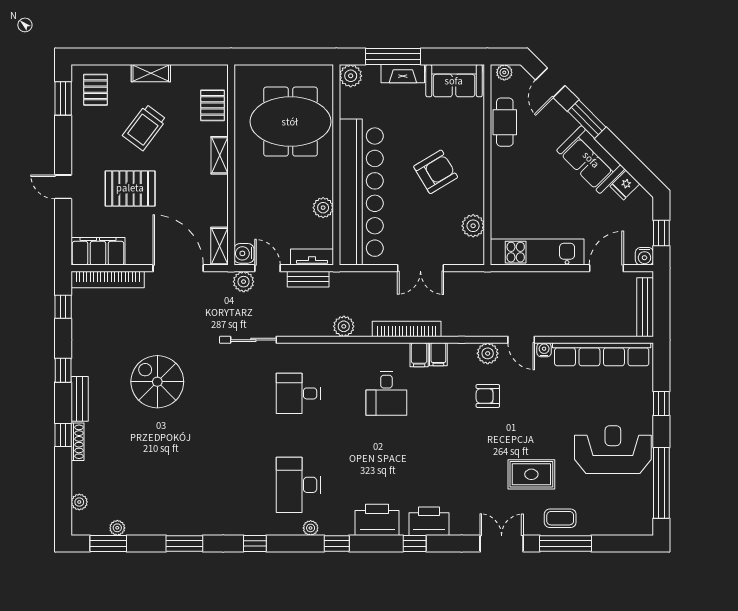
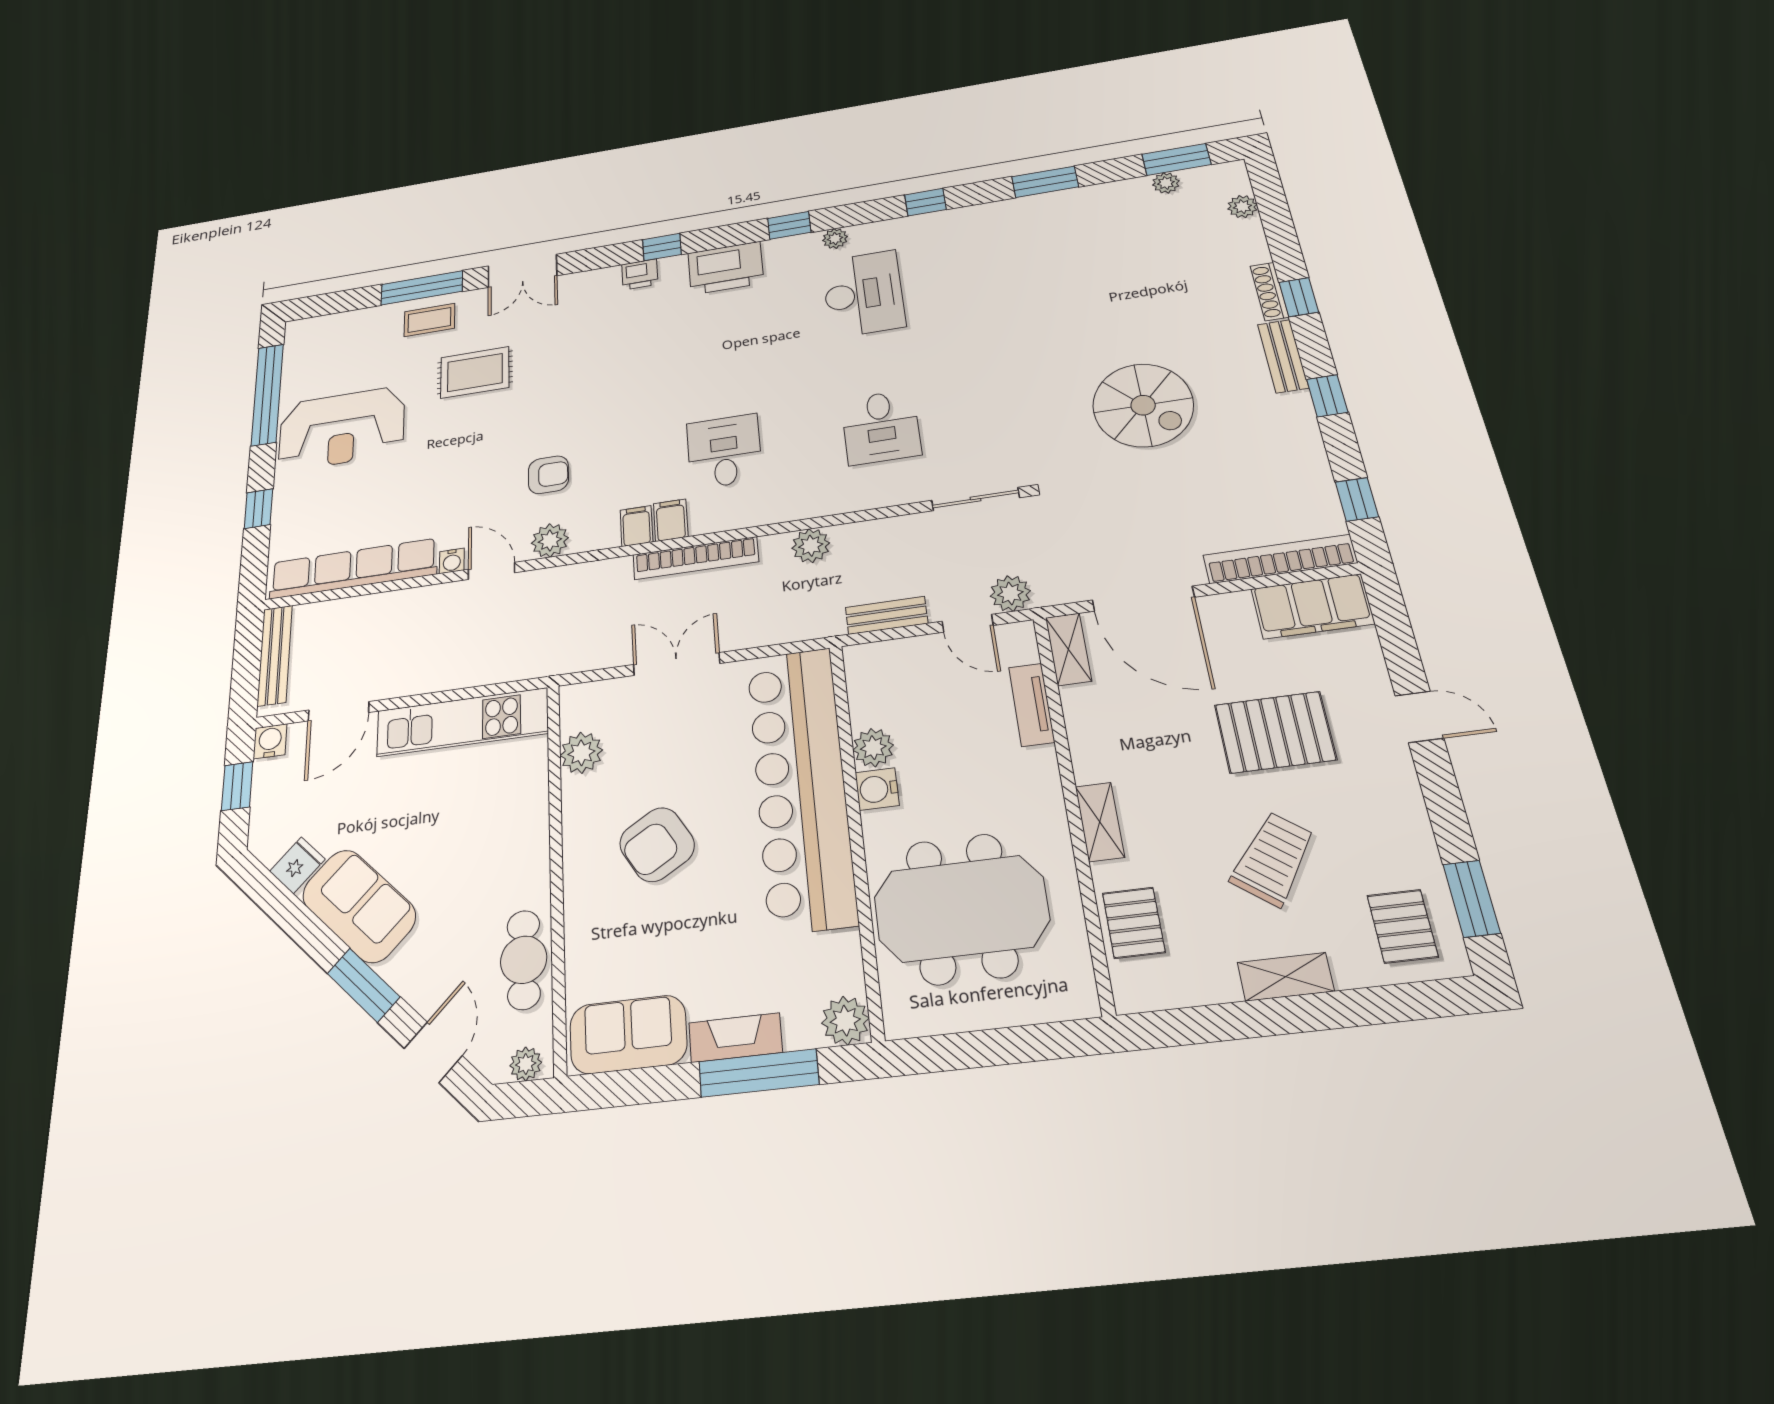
water cooler: (244, 253) -> (877, 789), moved, turned 180
tv unit: (312, 257) -> (1032, 705), moved, turned 90
desk: (298, 393) -> (881, 427), turned 90
printer: (429, 521) -> (640, 274), width x0.53, depth x0.68

